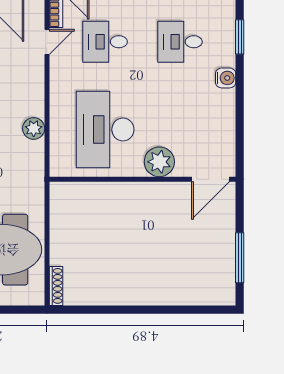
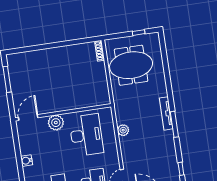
water cooler: (226, 78) -> (27, 161), moved

